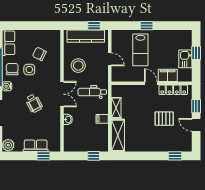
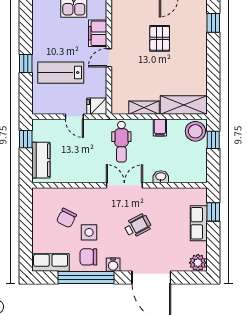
kitchen counter: (86, 36) -> (41, 160), width x0.67
lab bench: (140, 50) -> (61, 73), turned 180
door: (110, 59) -> (74, 117), swing flipped
stool: (78, 66) -> (195, 131), moved
fridge: (117, 75) -> (97, 106), added
locker: (173, 90) -> (118, 25), removed

